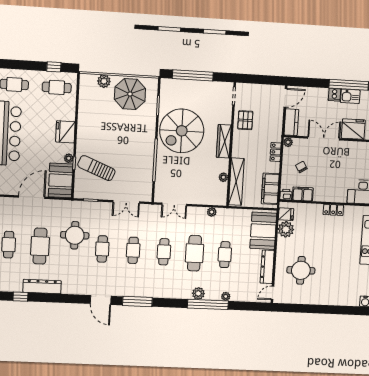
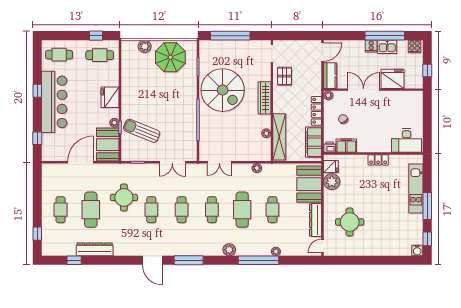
spiral stairs: (182, 131) -> (223, 90), turned -90
locker: (276, 152) -> (316, 111), width x1.53
plant: (198, 293) -> (229, 250), moved

